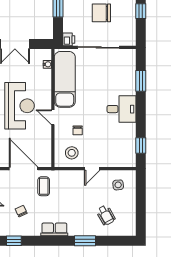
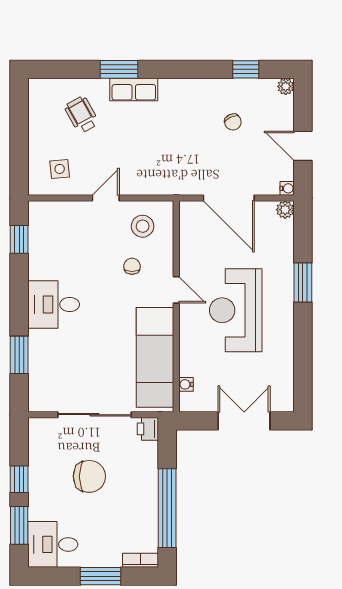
coffee table: (44, 186) -> (193, 166), removed
row of seats: (54, 229) -> (134, 90), moved

